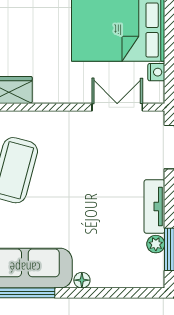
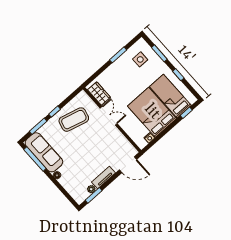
double door: (117, 107) -> (109, 116), moved

